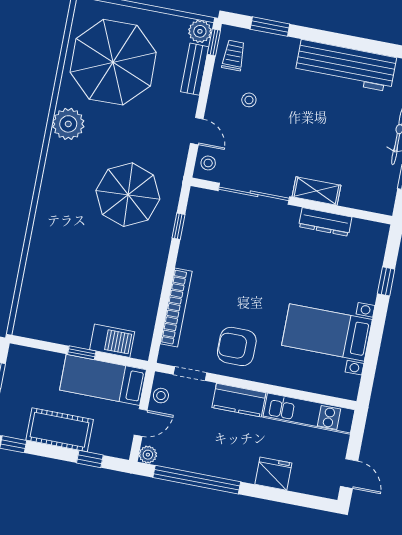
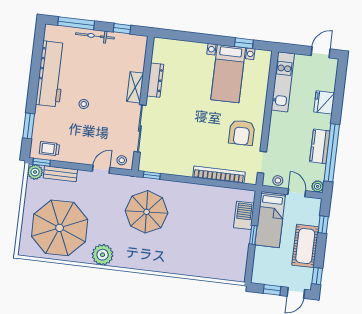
stool: (249, 100) -> (84, 104), moved
window: (178, 226) -> (152, 175), moved
window: (386, 281) -> (244, 43), moved
kitchen counter: (239, 400) -> (320, 146), moved, turned 180

